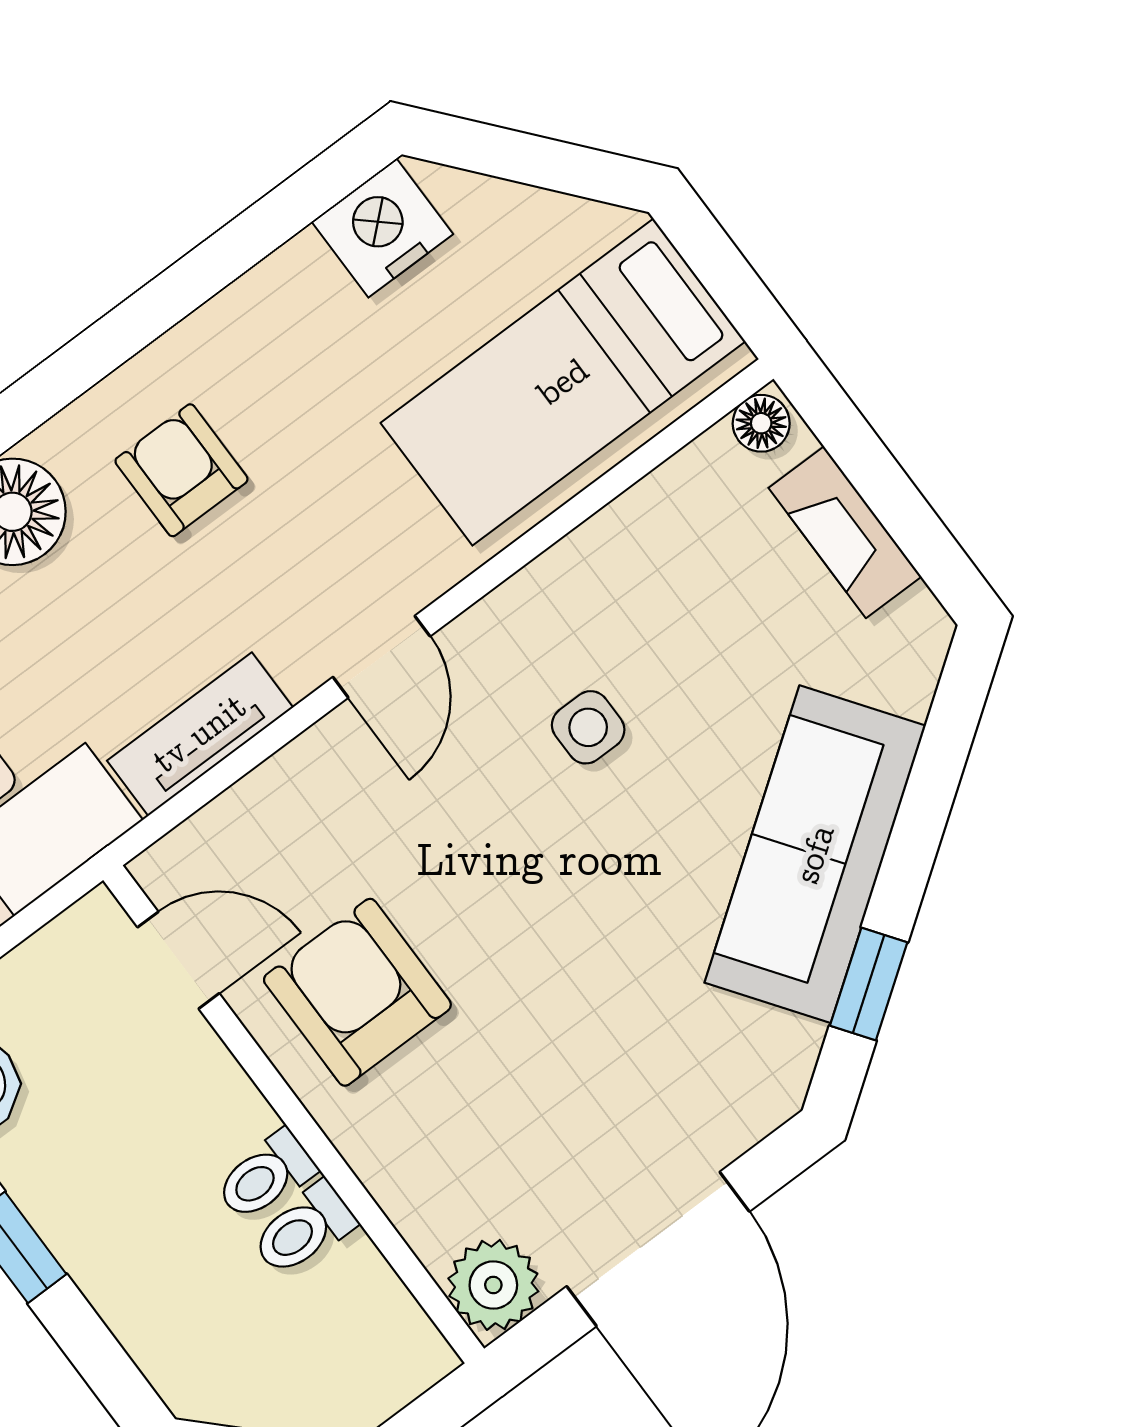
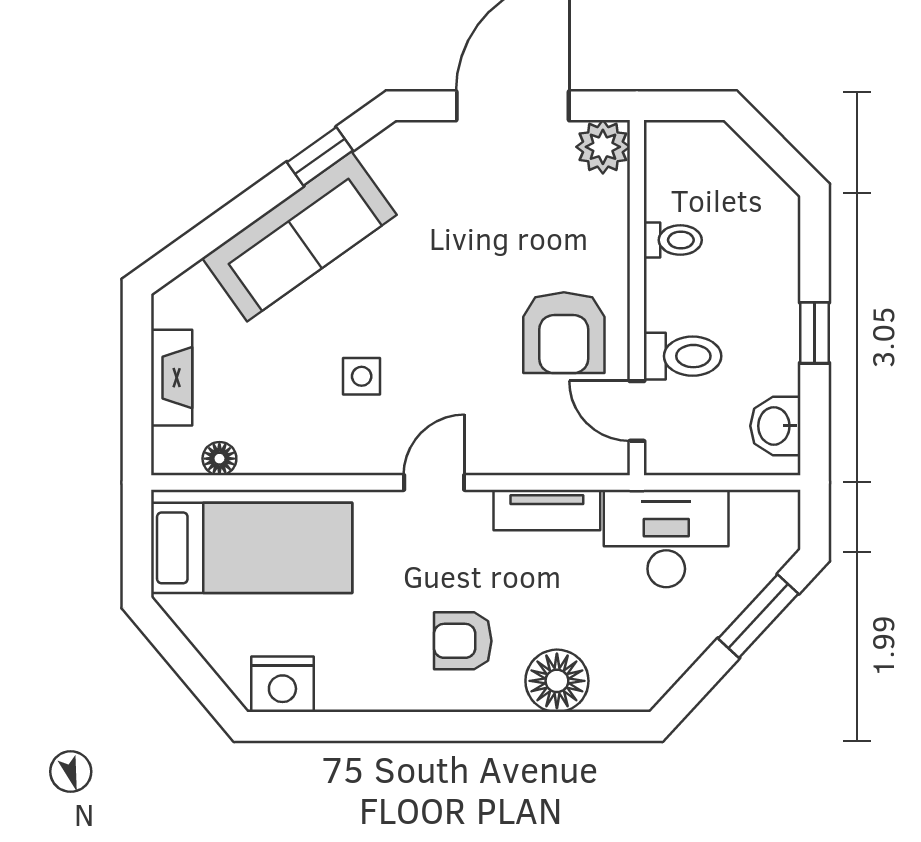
floor lamp: (761, 423) -> (219, 459), moved
armchair: (181, 470) -> (463, 641), turned 90
toilet: (266, 1176) -> (683, 356), moved, width x1.37, depth x1.39

